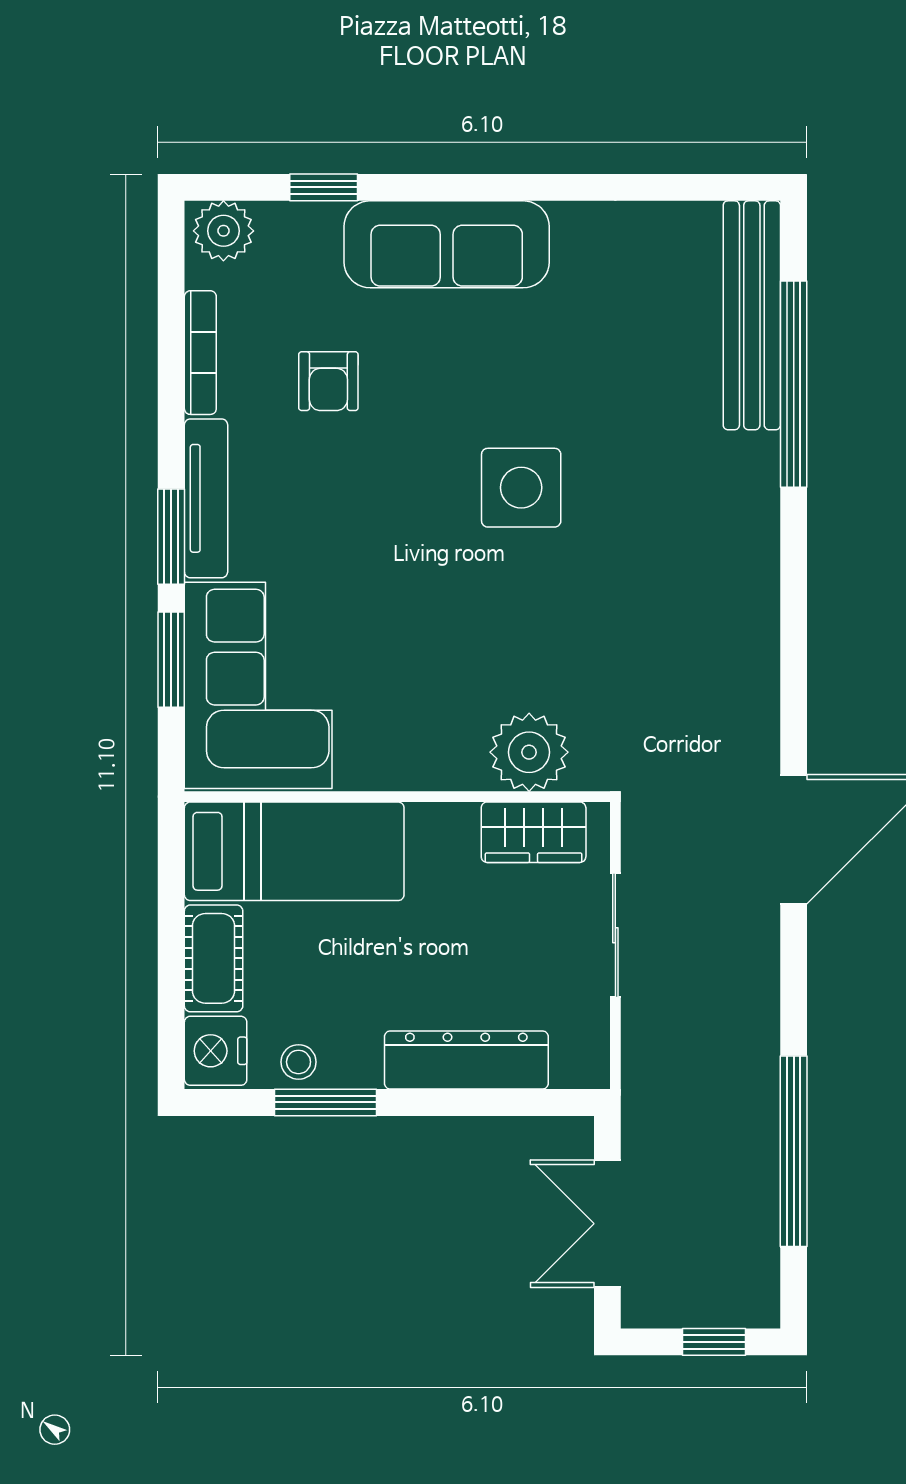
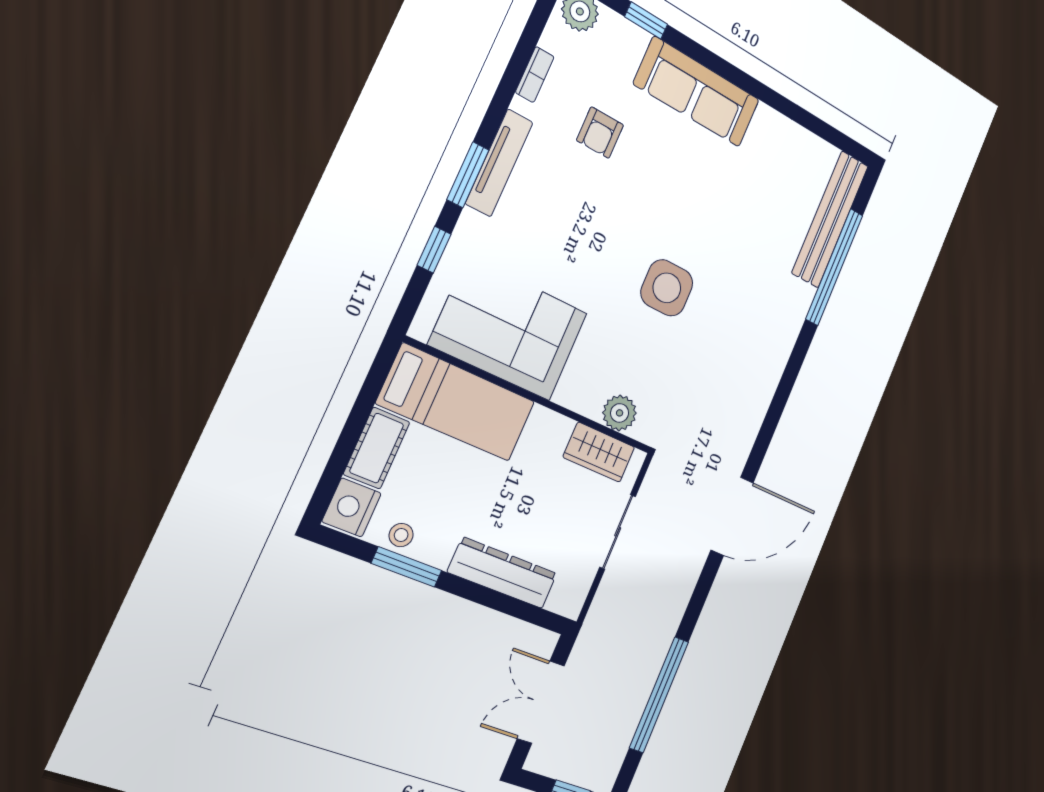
bookcase: (200, 353) -> (535, 75), width x0.64
side table: (521, 488) -> (667, 288), moved
window: (171, 660) -> (434, 250), width x0.67
corner sofa: (258, 685) -> (509, 329), moved, turned -90
plant: (529, 752) -> (620, 413), width x0.73, depth x0.73

